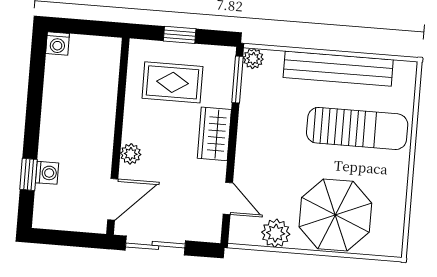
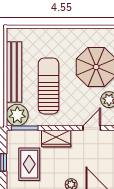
plant: (253, 59) -> (17, 115), width x1.88, depth x1.88
sun lounger: (357, 128) -> (49, 86), moved

